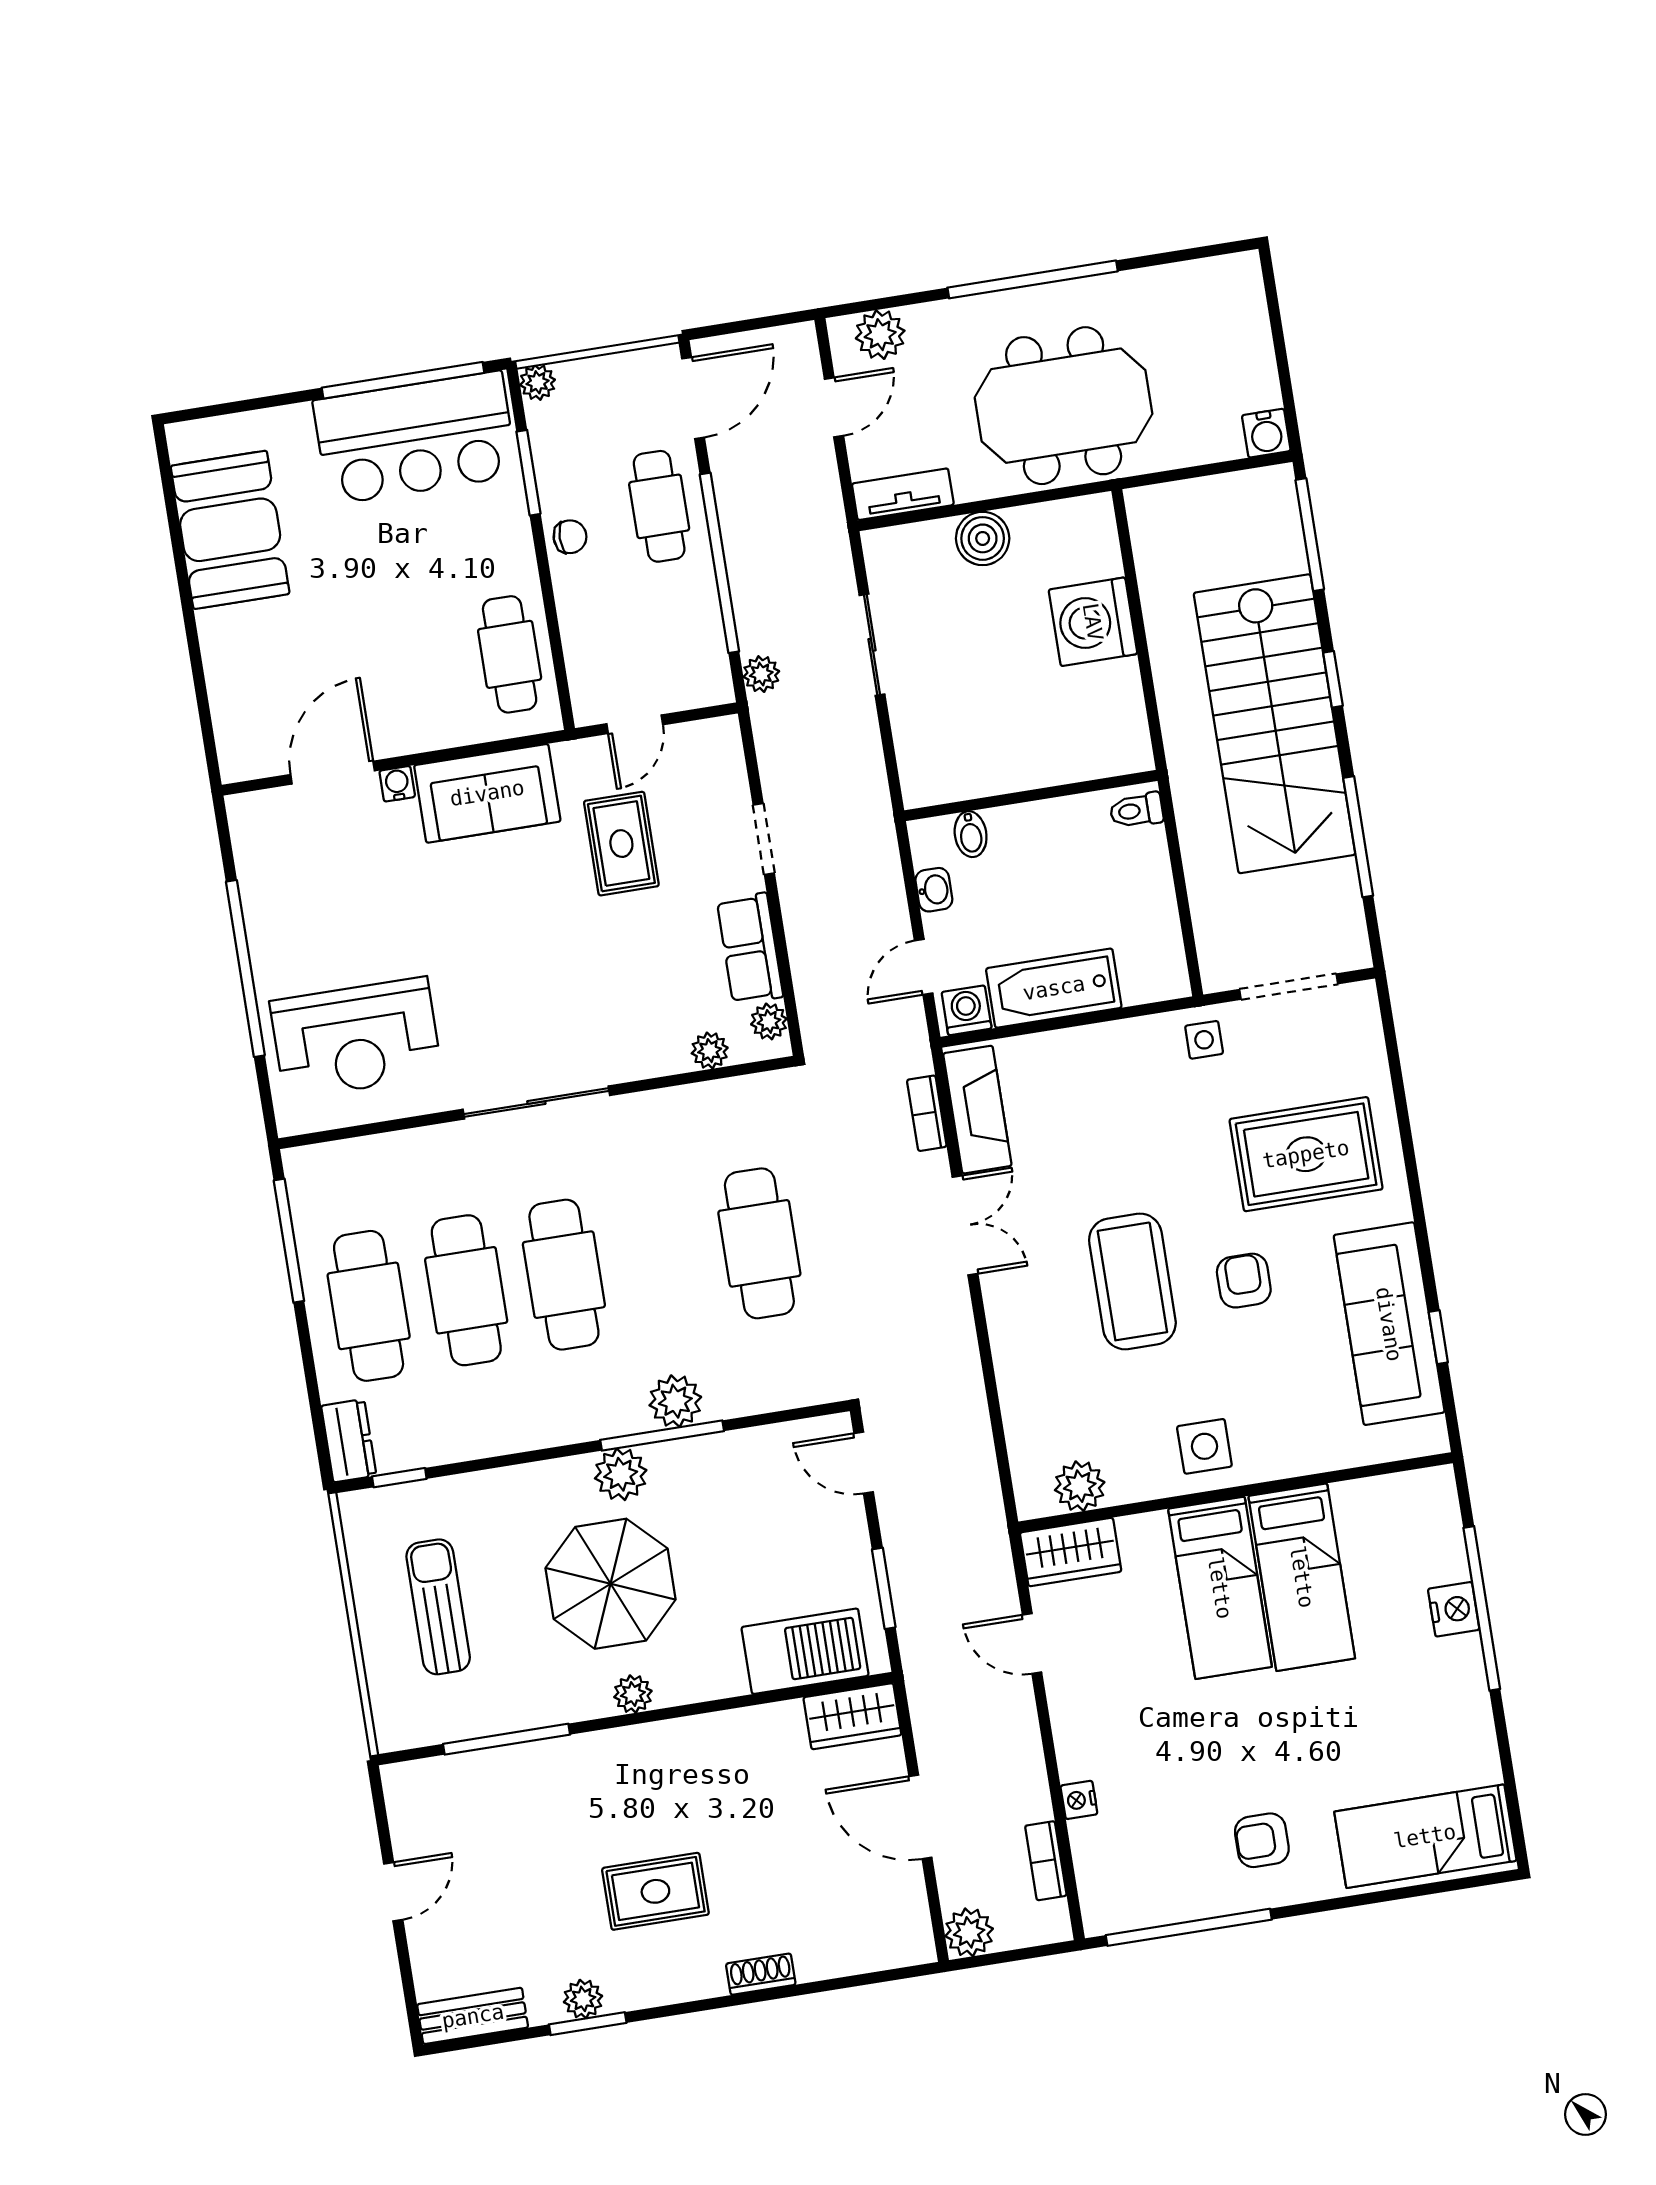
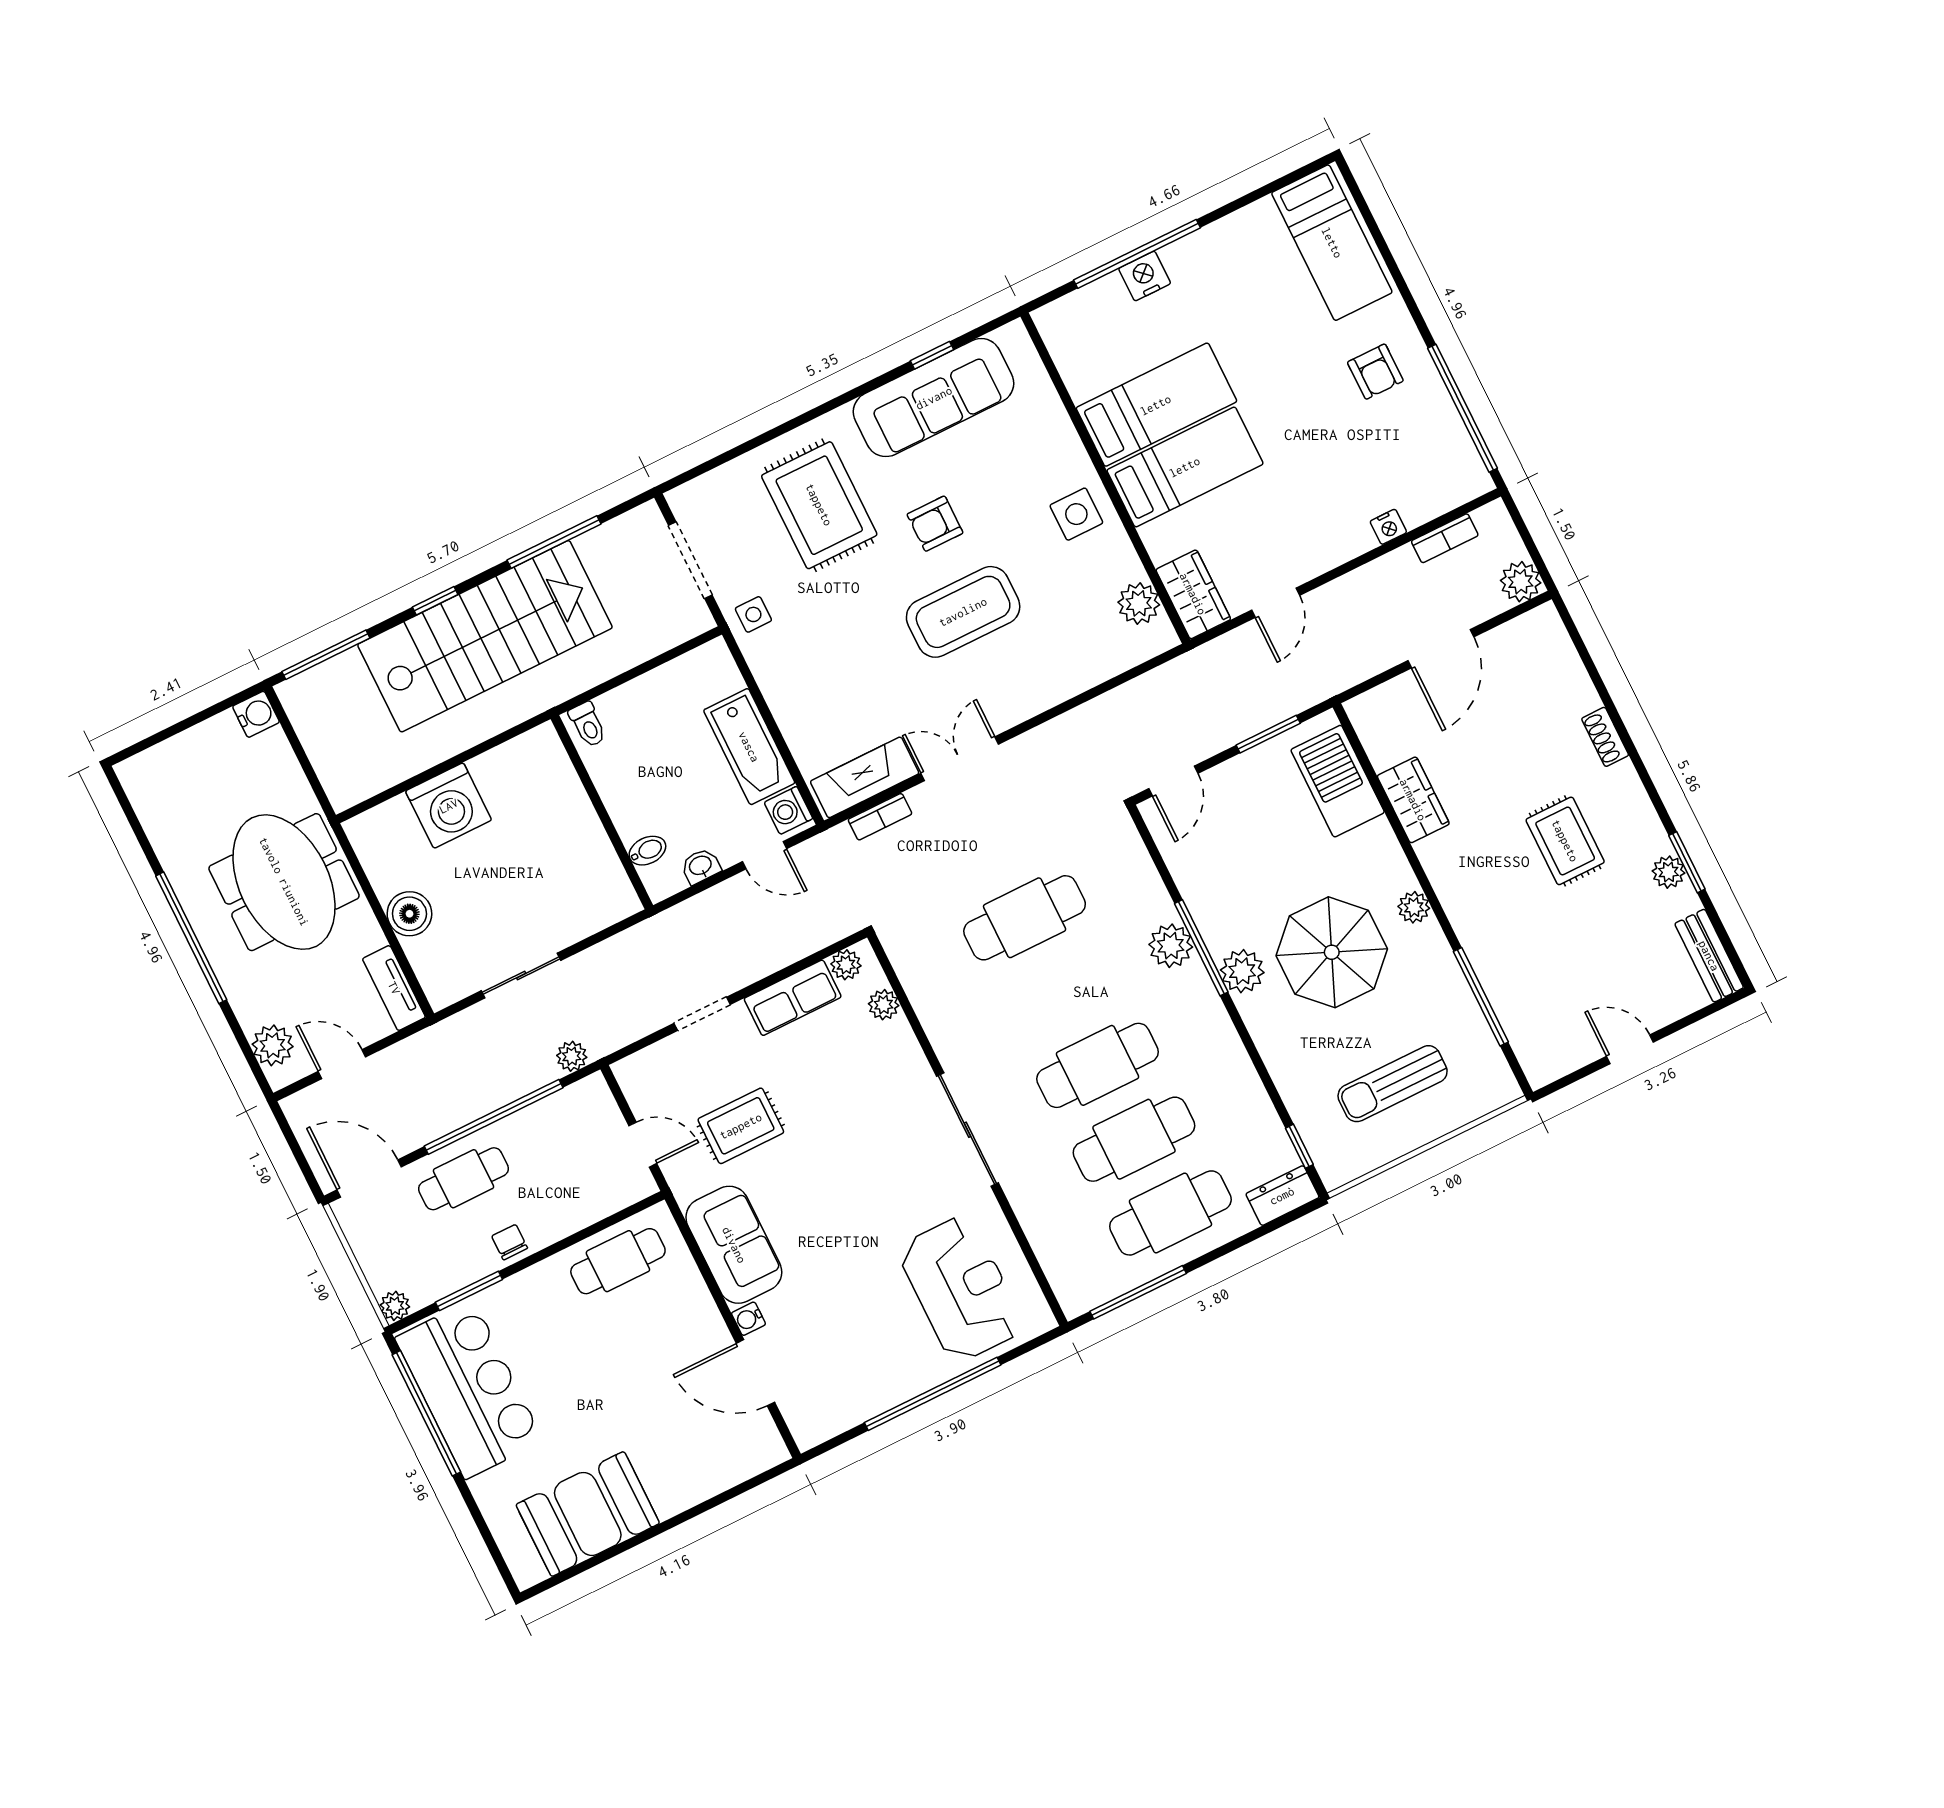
wardrobe: (852, 1716) -> (1413, 800), moved

